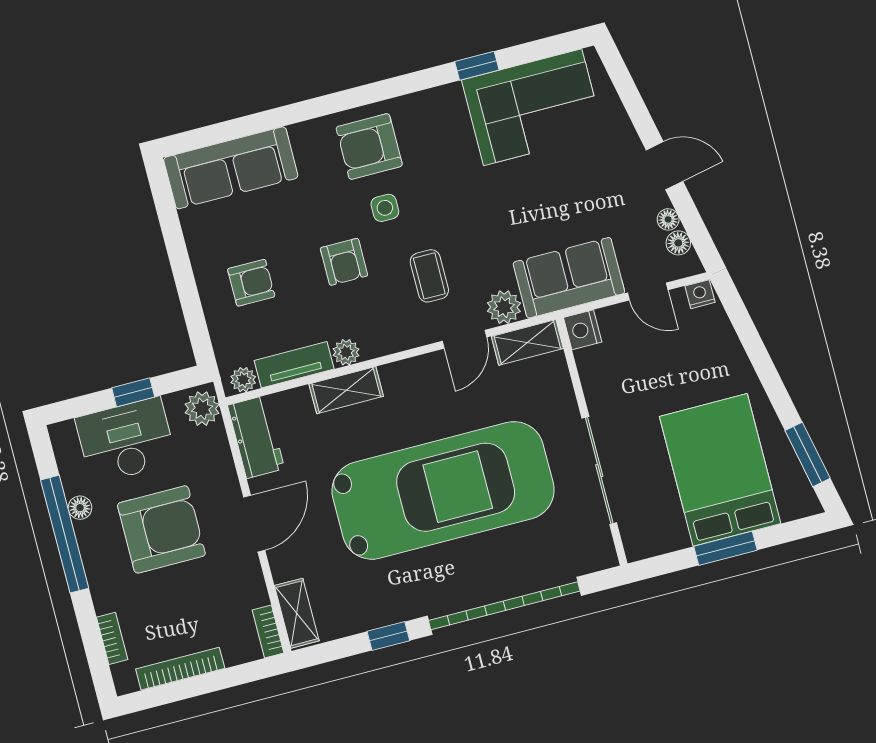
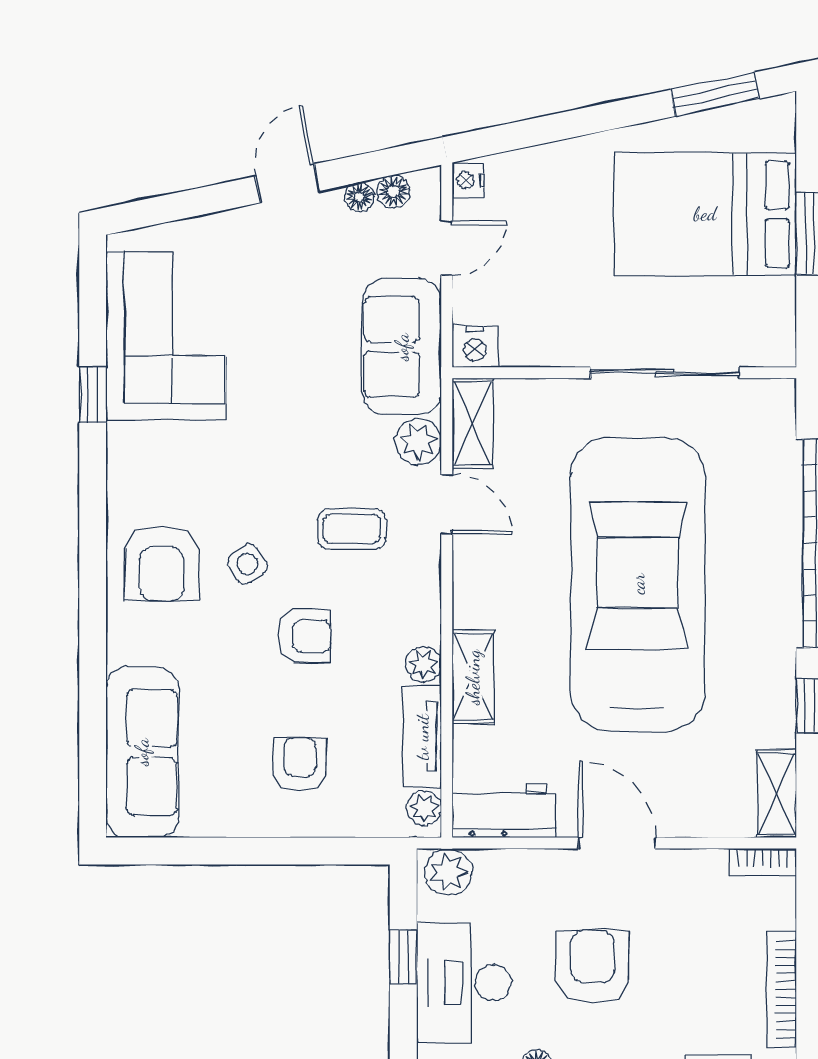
side table: (385, 208) -> (247, 564), turned -33
armchair: (161, 529) -> (593, 967), width x0.73, depth x0.73
shelving: (297, 613) -> (777, 794), moved, turned 90

